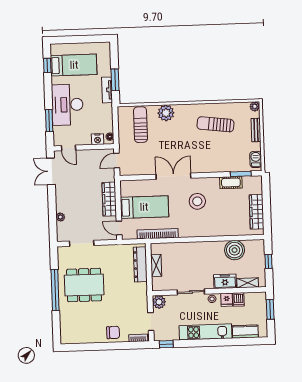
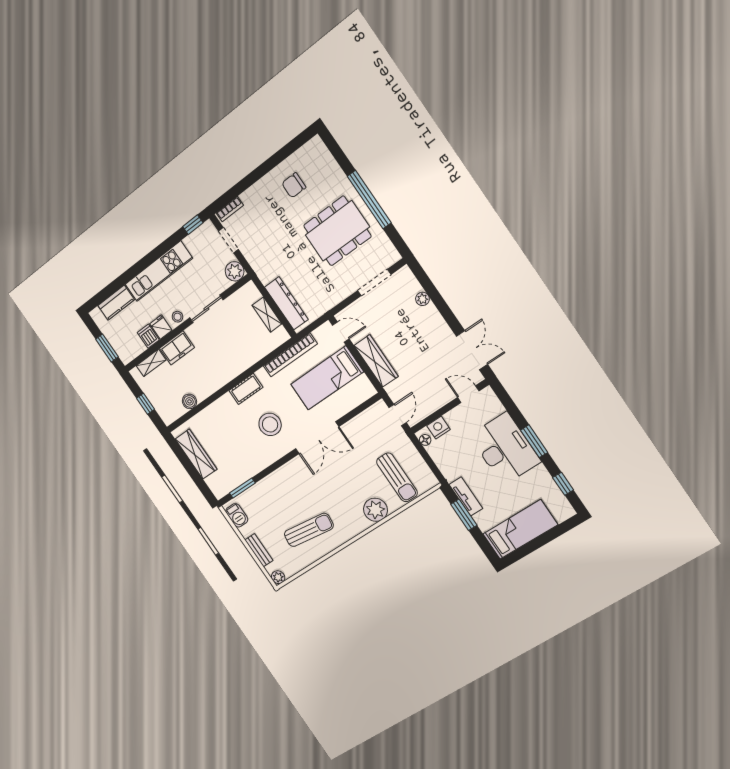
bed: (74, 65) -> (520, 529), moved, turned 180
window: (49, 121) -> (534, 441), moved
cot: (231, 183) -> (246, 389), moved
boiler: (235, 250) -> (189, 401), width x0.54, depth x0.54
chair: (113, 332) -> (294, 185), moved

